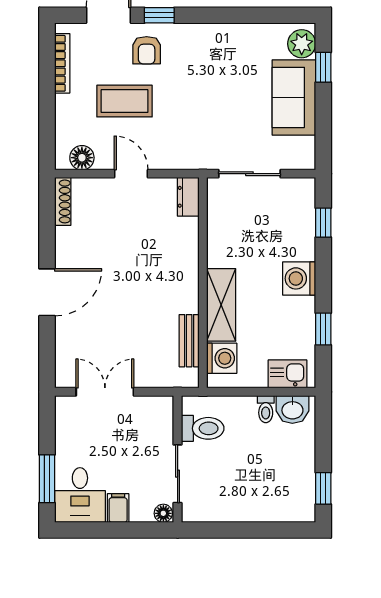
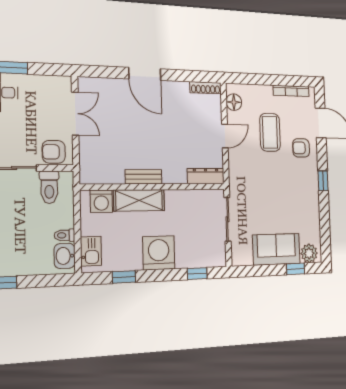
window: (159, 15) -> (323, 181), moved
dresser: (188, 197) -> (206, 176), width x1.44
washing machine: (299, 278) -> (159, 253), width x1.37, depth x1.37
bench: (189, 341) -> (144, 177), moved
armchair: (156, 422) -> (54, 152), added

